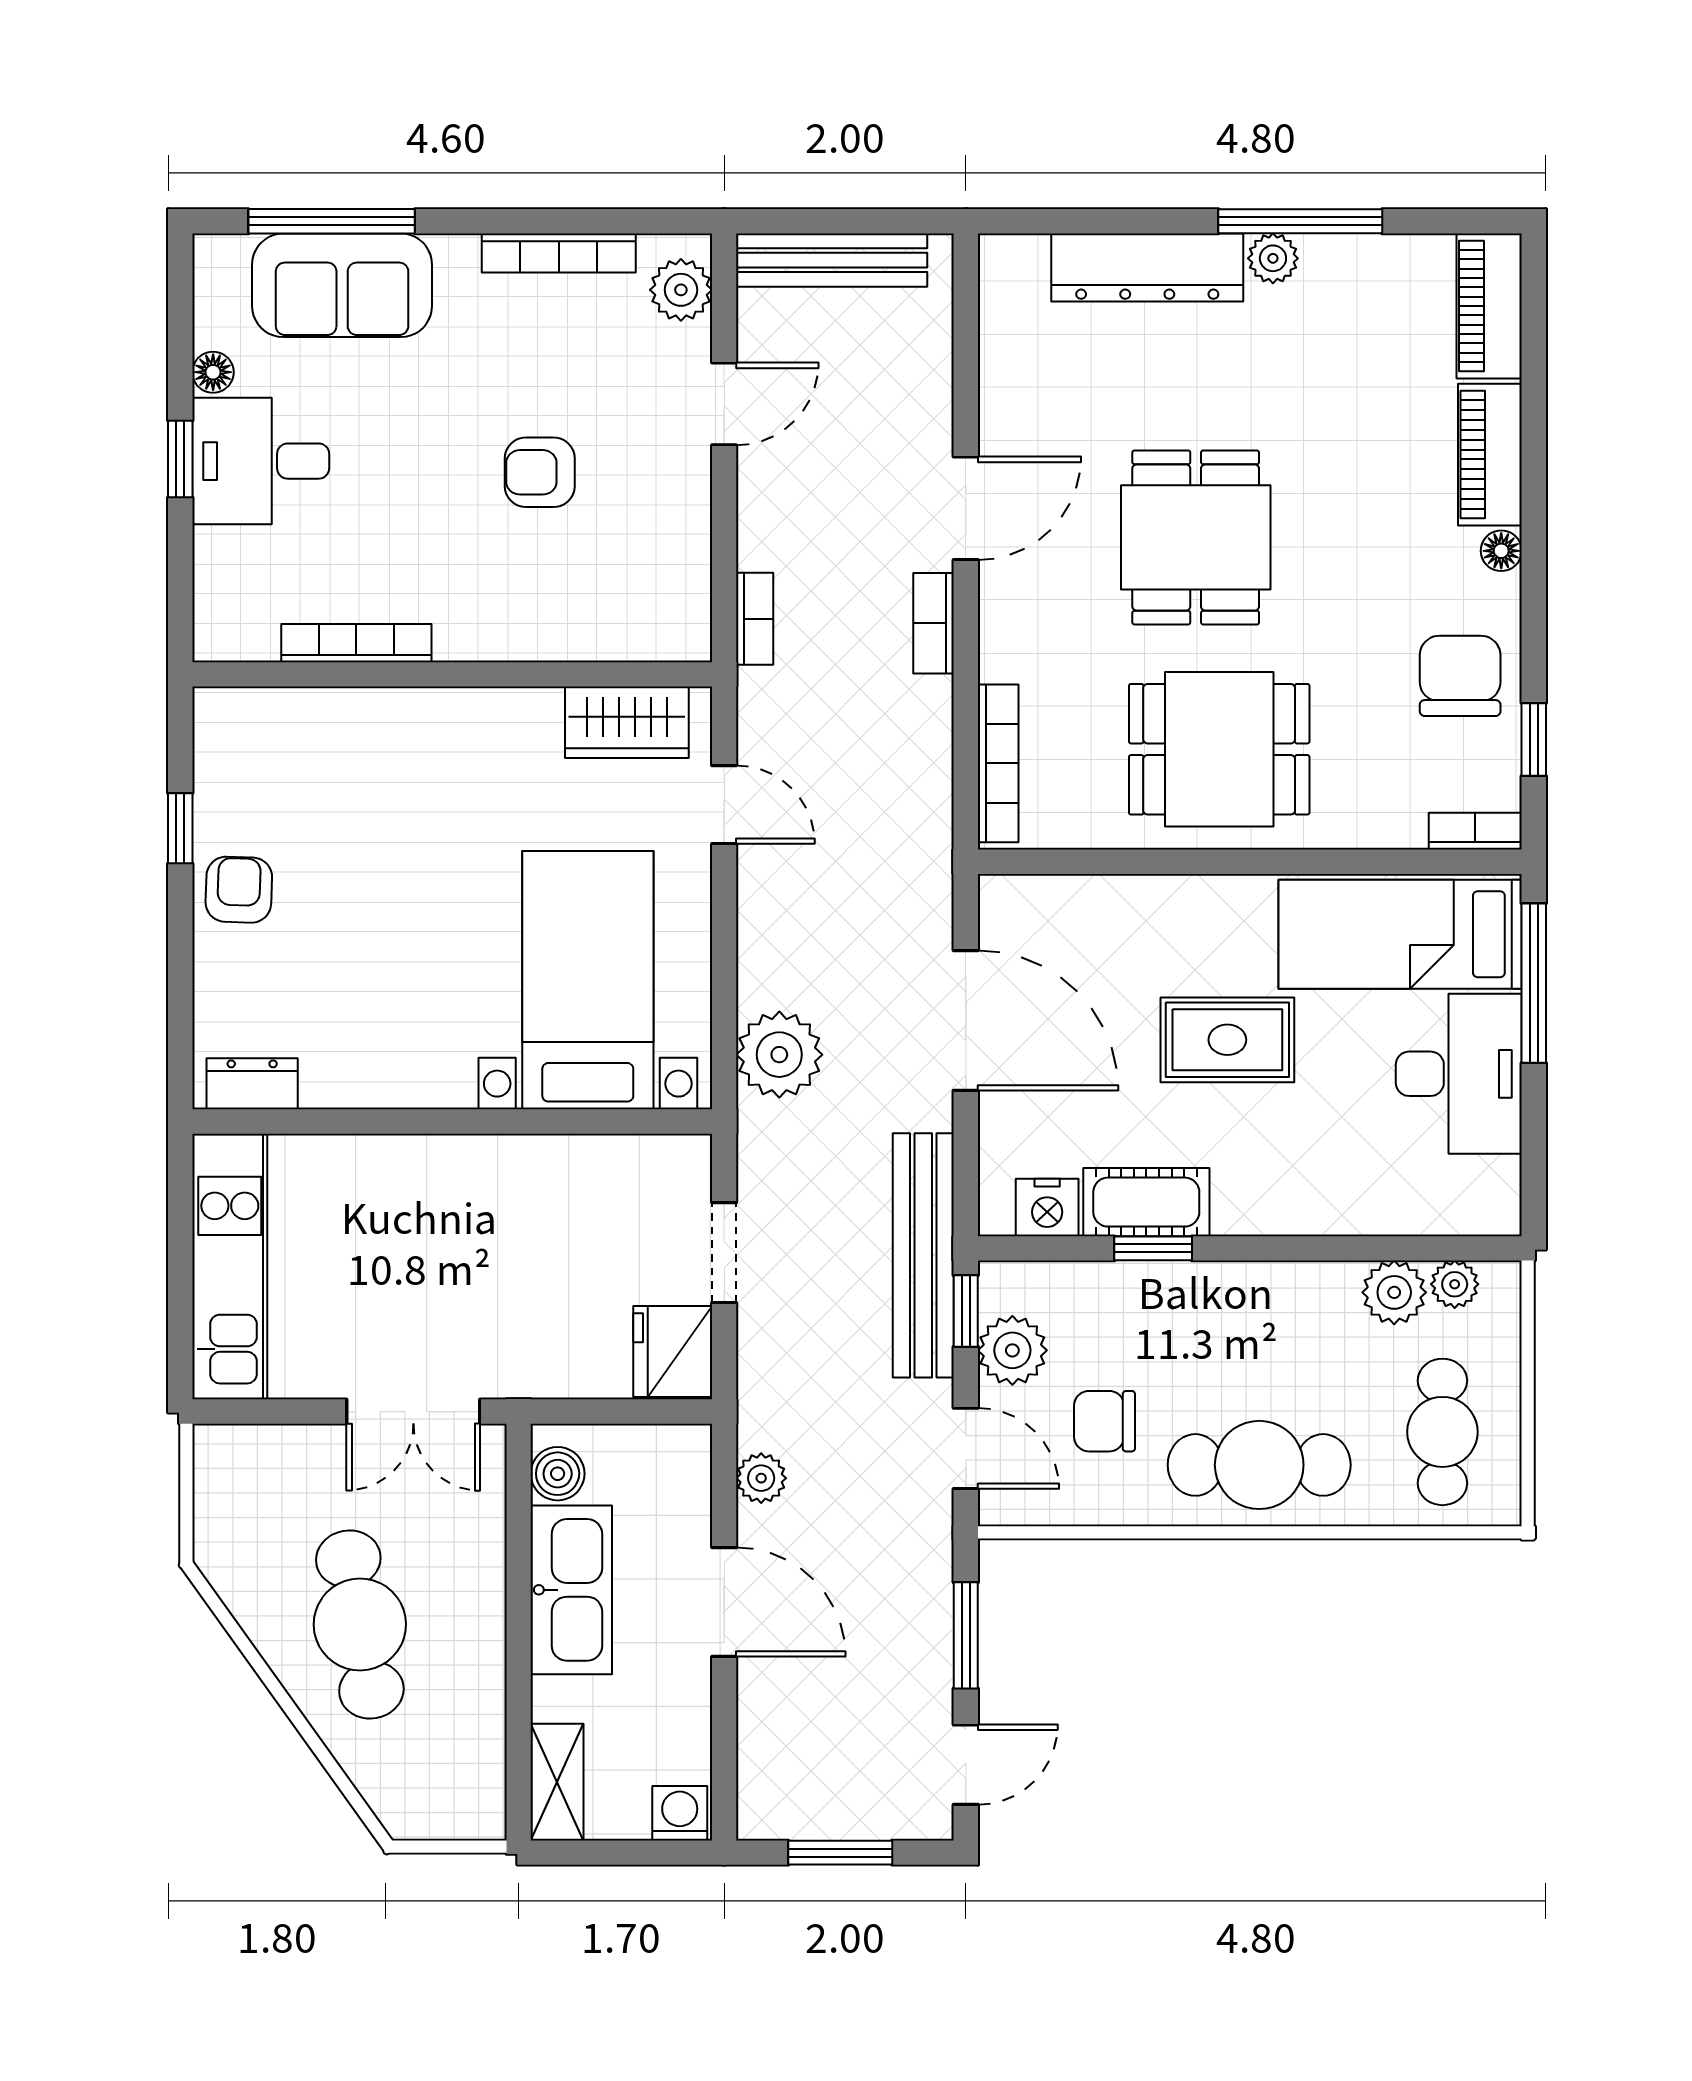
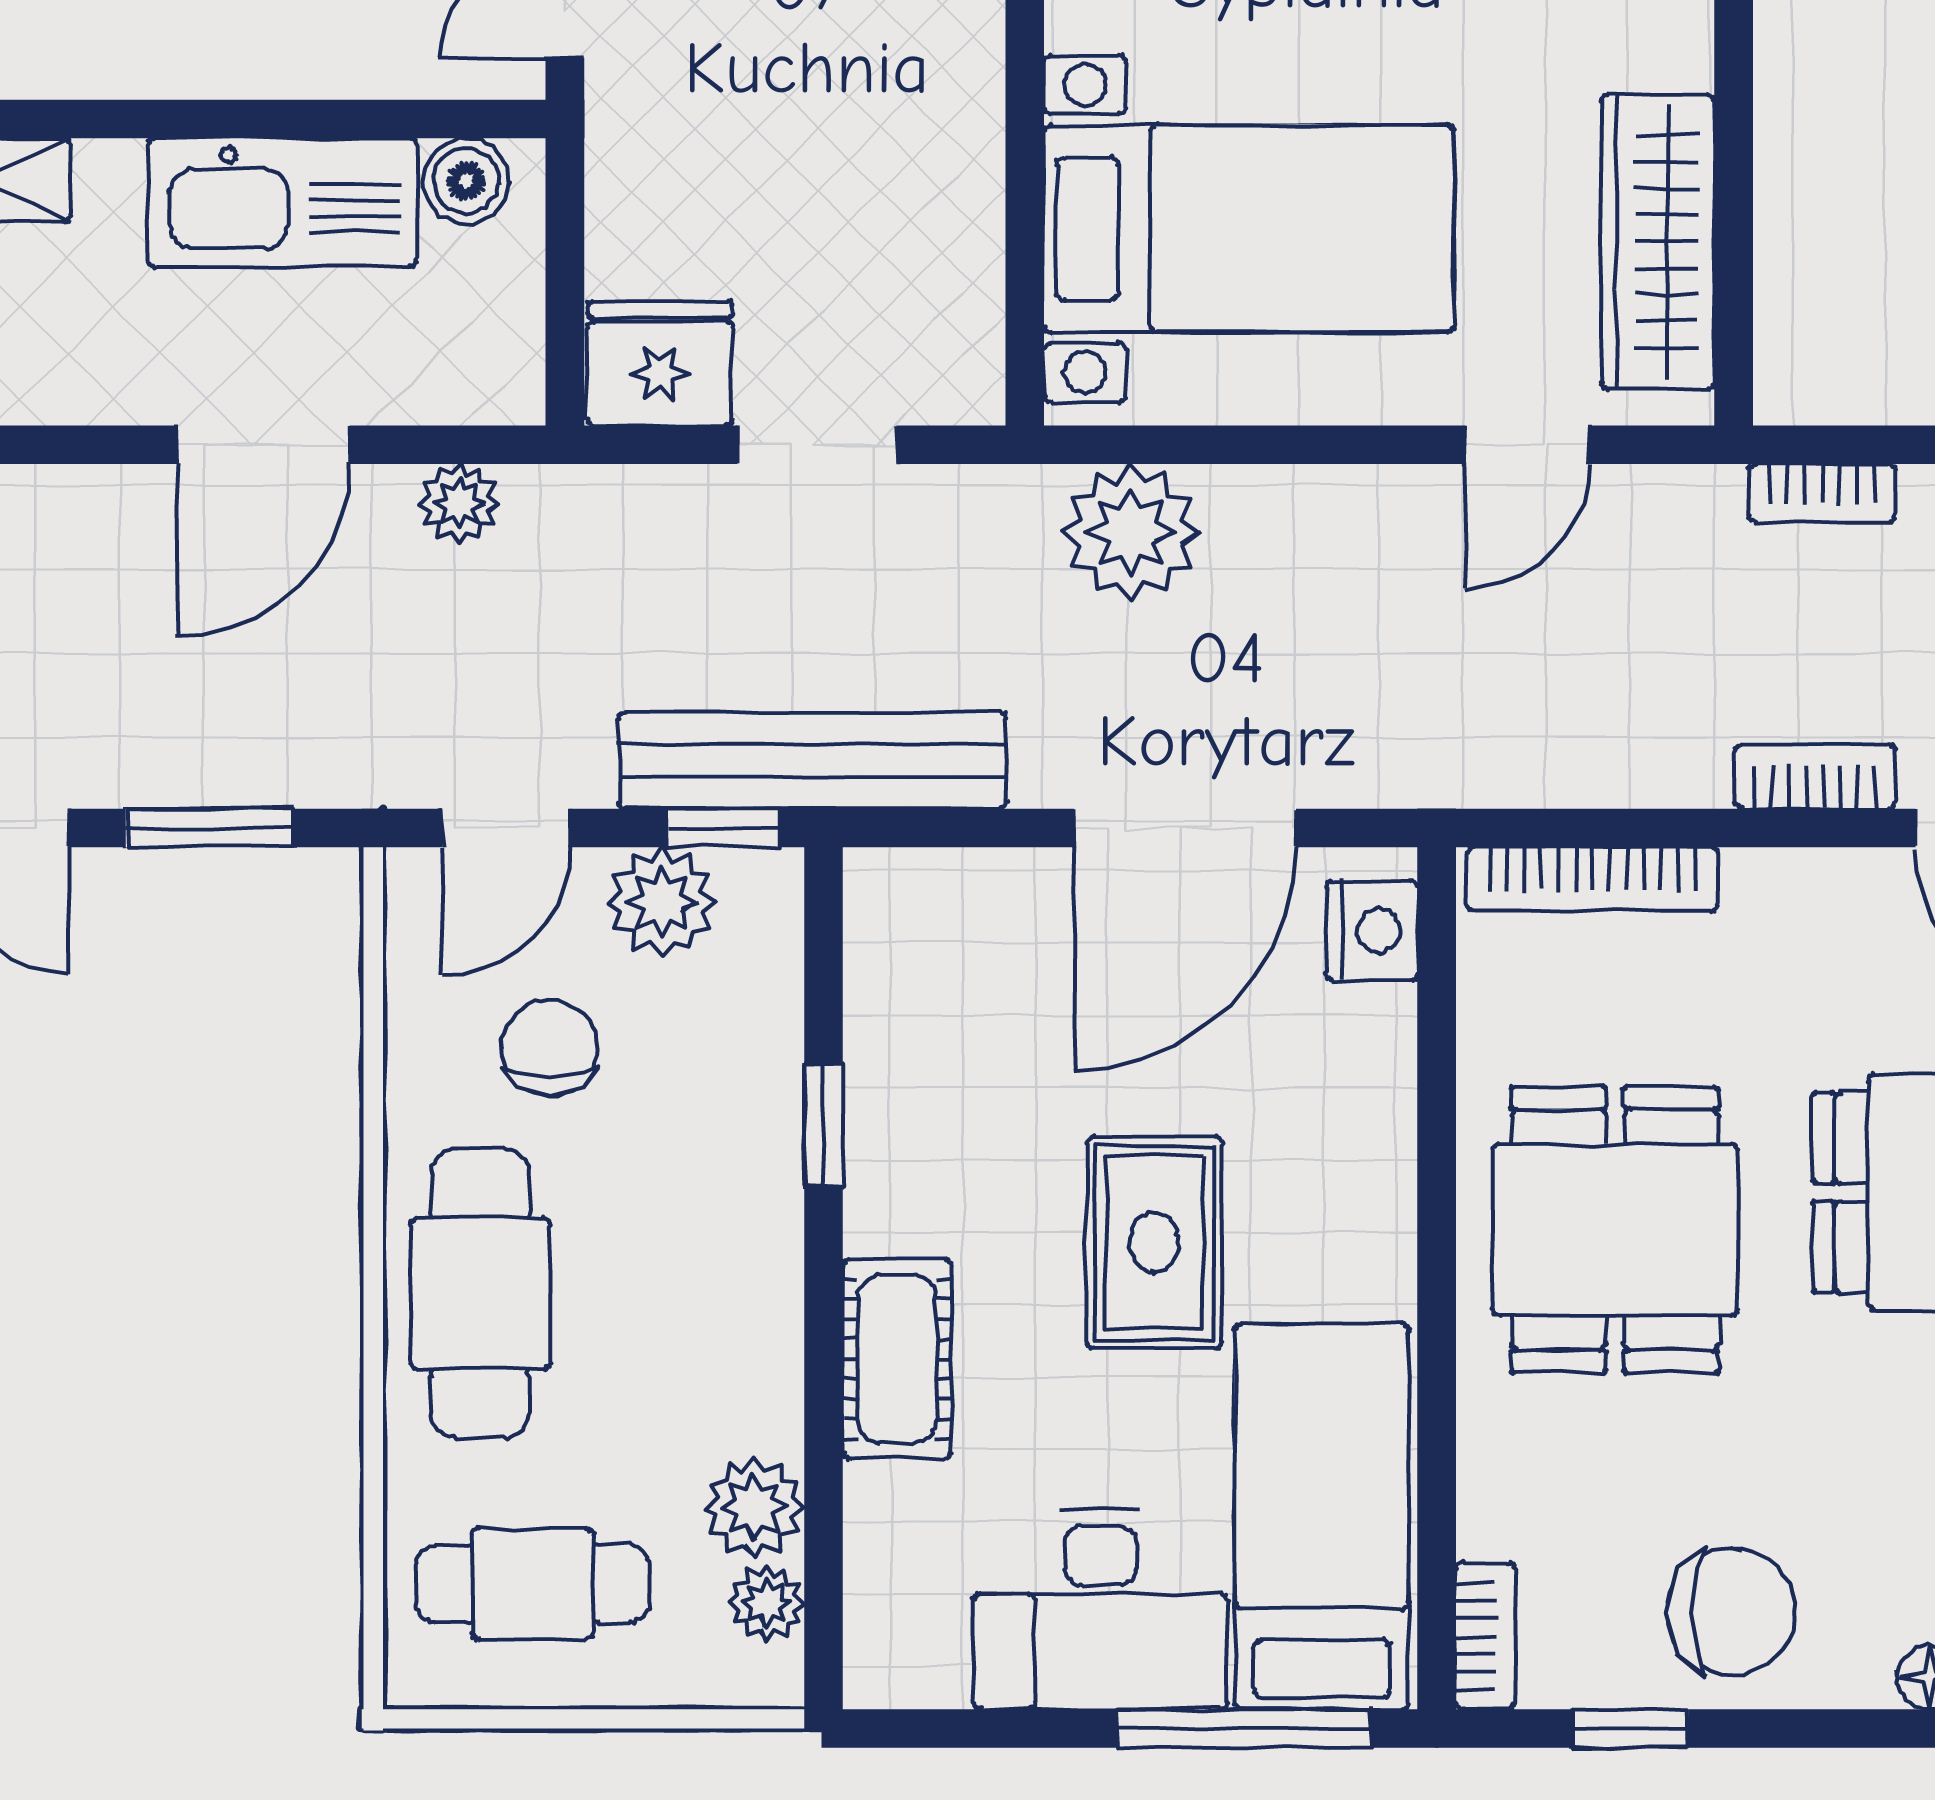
wardrobe: (627, 722) -> (1658, 242), width x1.50
cot: (1146, 1202) -> (897, 1359), moved
nightstand: (1047, 1207) -> (1372, 931), moved, turned 180

